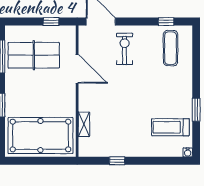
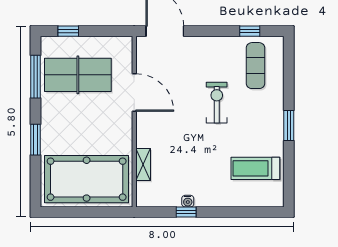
window: (51, 22) -> (68, 31), moved
exercise bike: (125, 49) -> (217, 103), moved
window: (196, 110) -> (289, 125), moved
water cooler: (188, 152) -> (188, 201), moved

